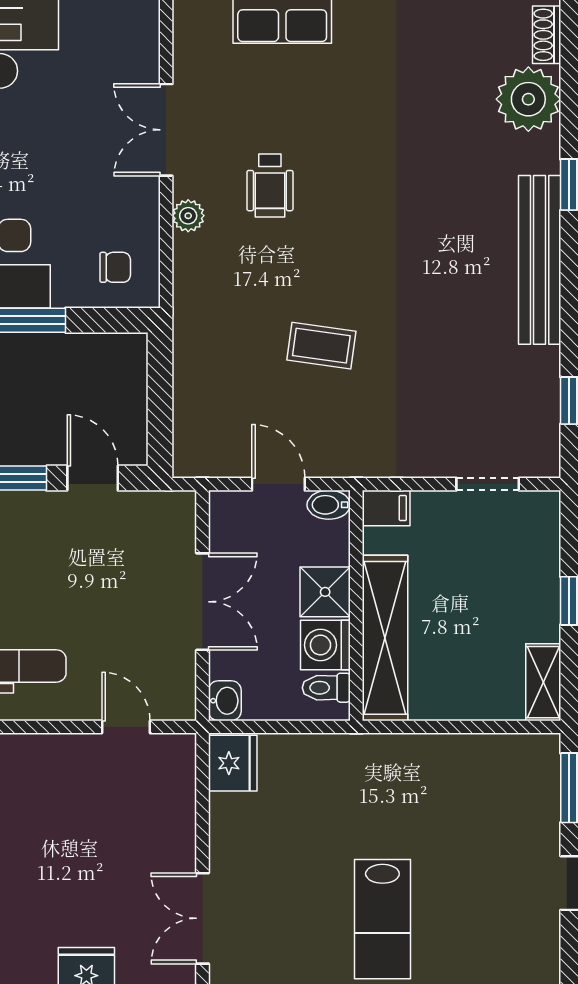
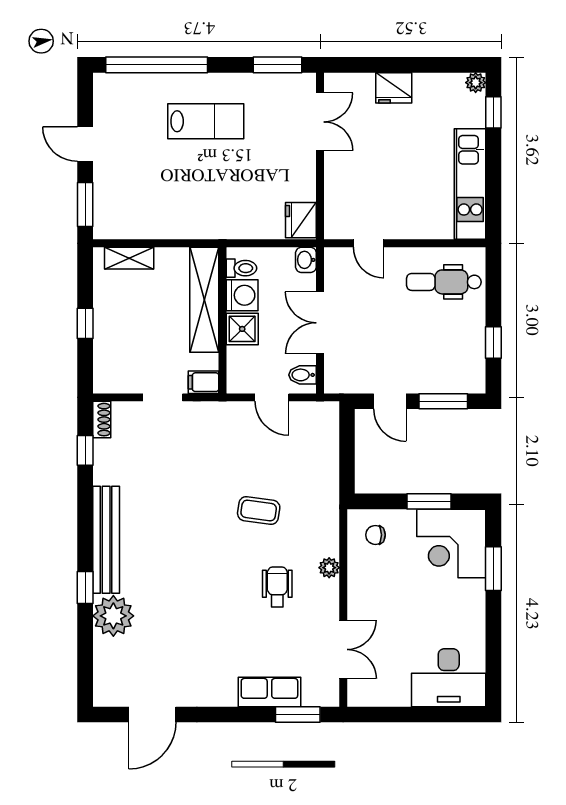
shoe rack: (547, 35) -> (102, 420), moved
plant: (528, 99) -> (113, 616), moved
double door: (166, 130) -> (343, 649), moved
coffee table: (321, 346) -> (259, 511), moved
doorway: (488, 484) -> (163, 397), moved
bidet: (329, 505) -> (303, 375), moved, turned 180
shelving: (543, 682) -> (129, 258), moved, turned 90
lab bench: (382, 919) -> (206, 121), turned 90

